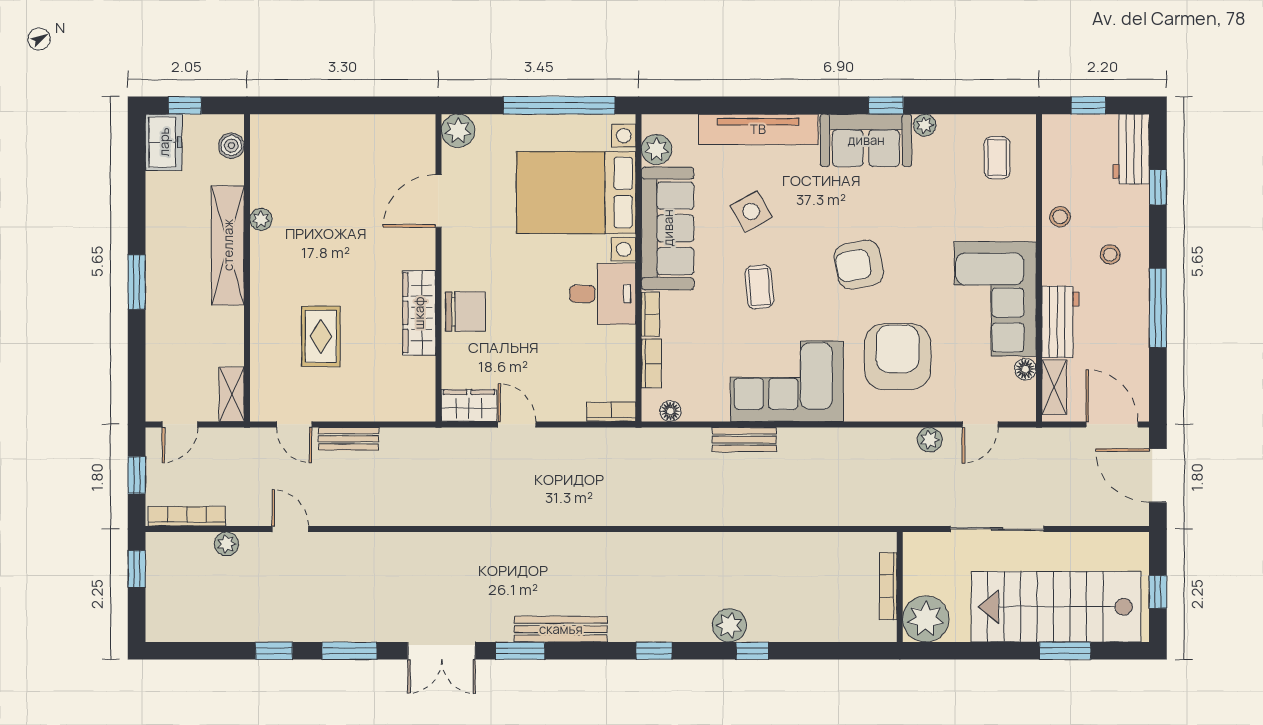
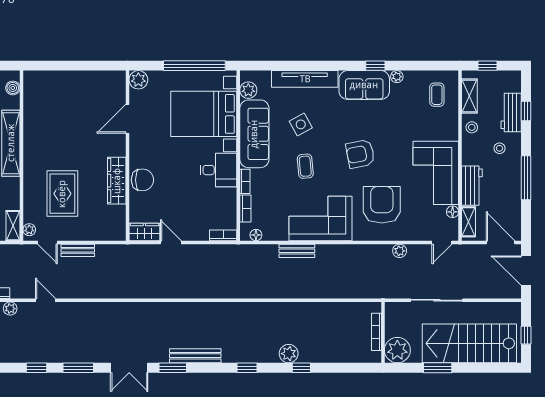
workbench: (1131, 149) -> (511, 112), moved
shelving: (1056, 160) -> (469, 96), added
plant: (261, 219) -> (29, 230), moved
rug: (321, 336) -> (62, 194), width x1.36, depth x1.43
door: (980, 424) -> (442, 242), moved
window: (1065, 651) -> (438, 368), moved

